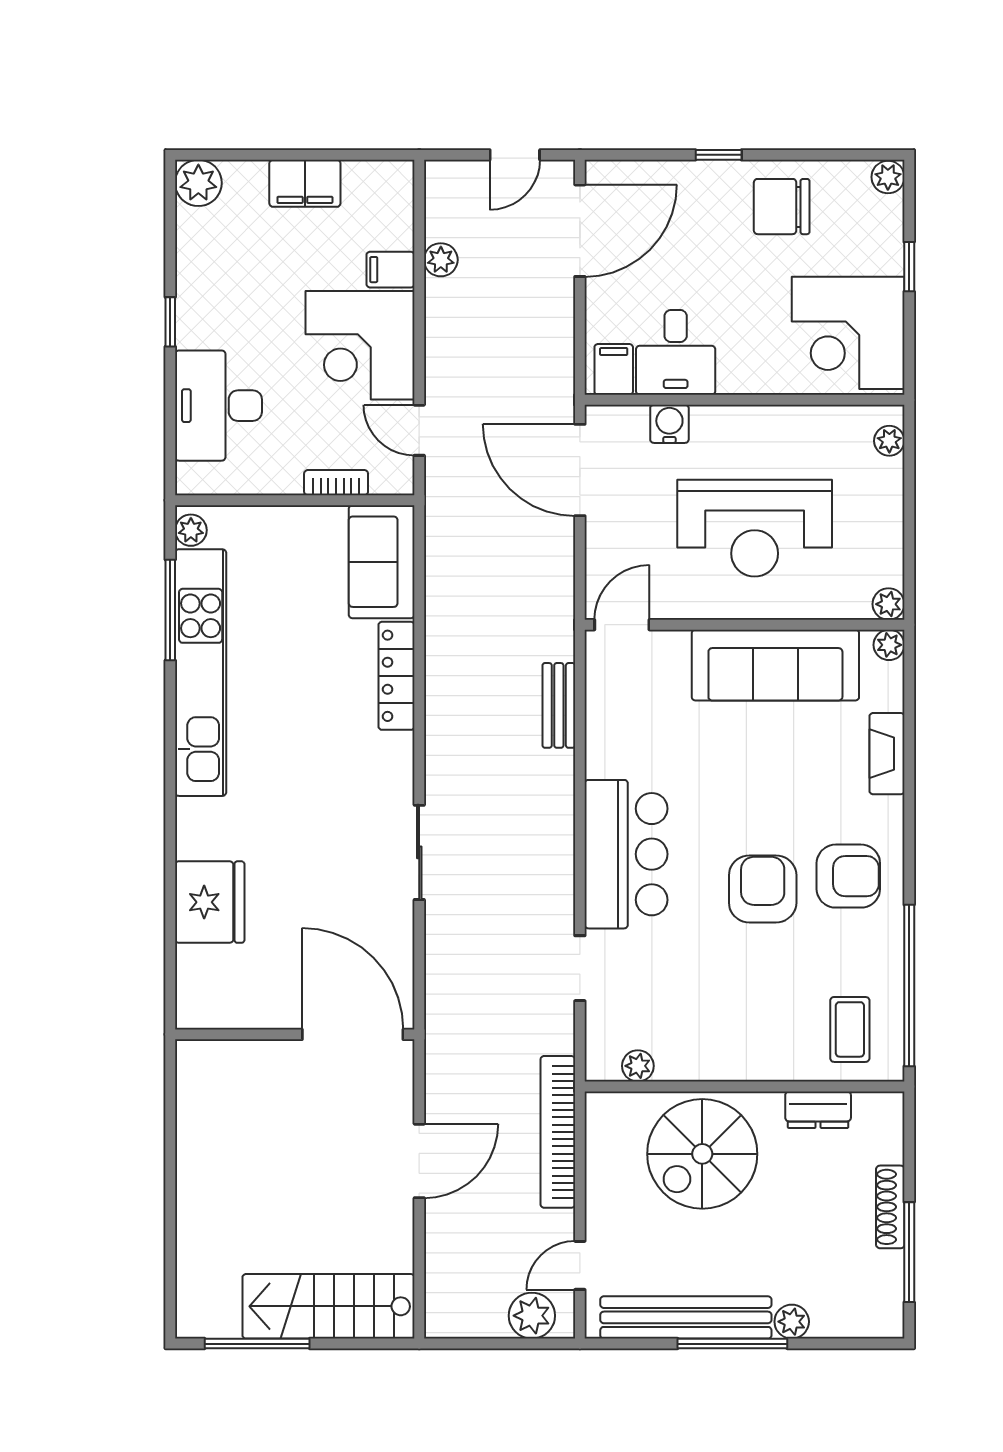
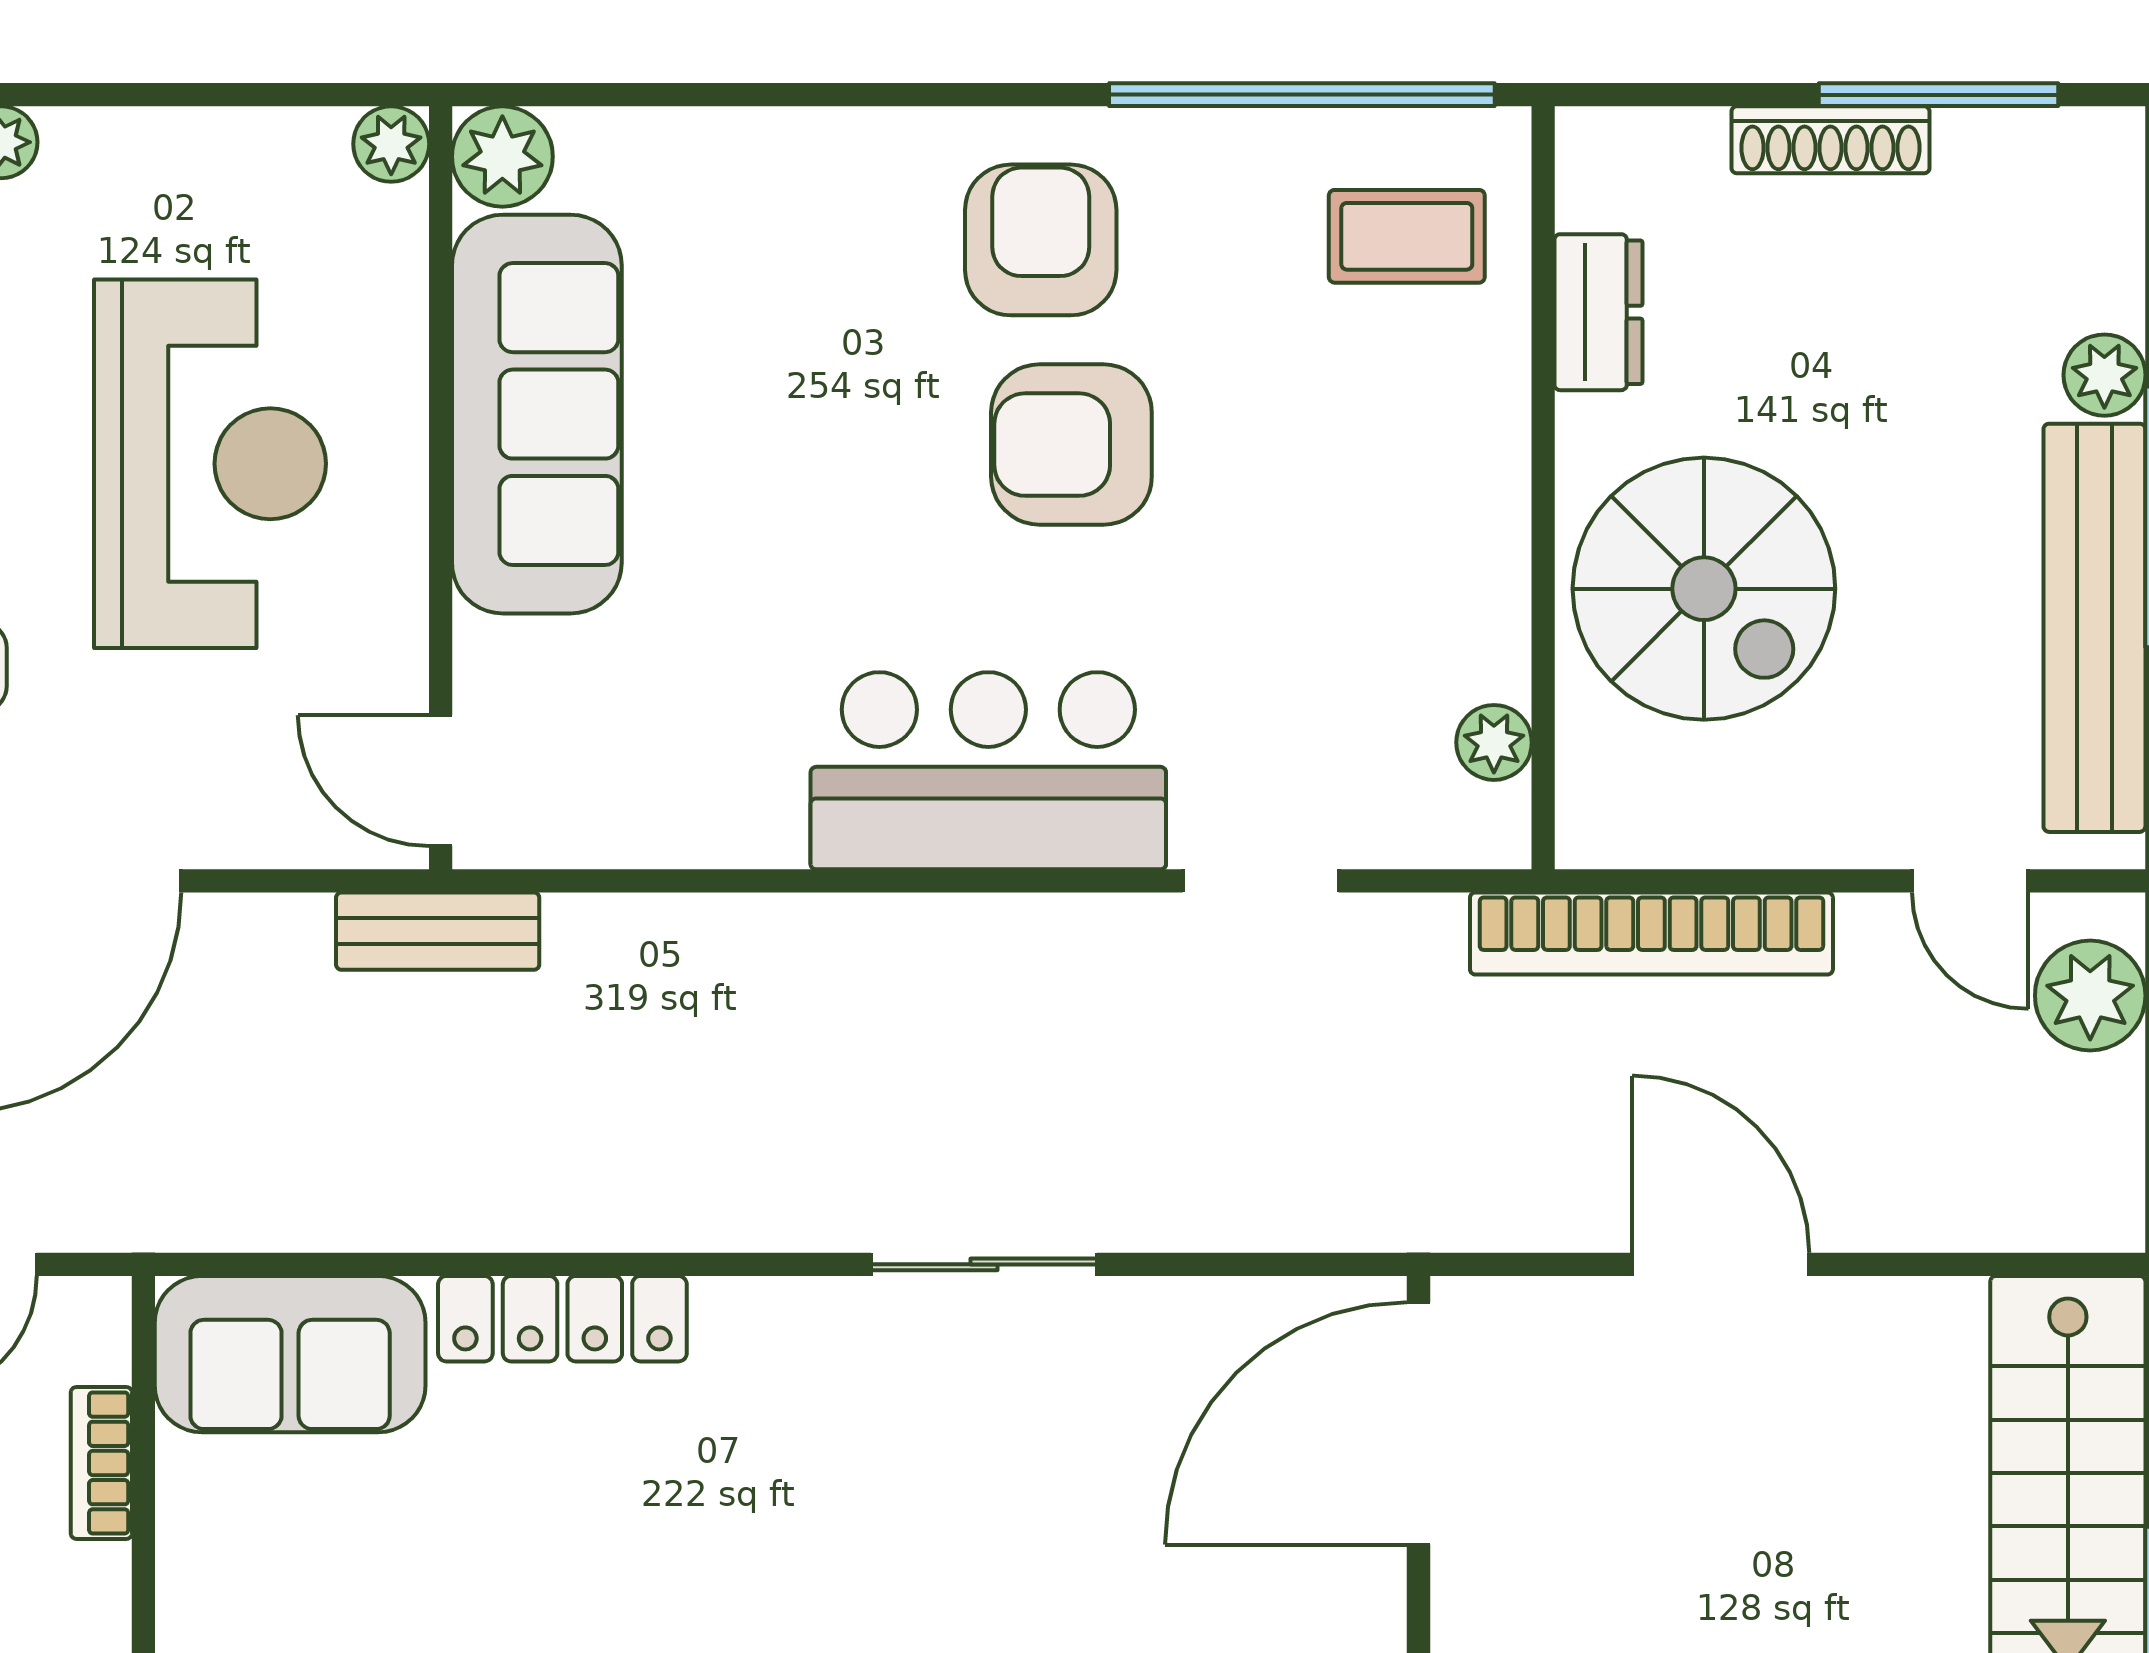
plant: (889, 645) -> (502, 157), width x1.38, depth x1.38
bench: (559, 705) -> (438, 931), moved
fireplace: (887, 754) -> (748, 148), removed

